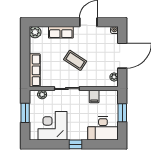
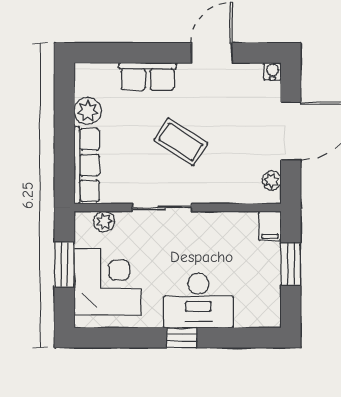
plant: (35, 32) -> (88, 111), moved
filing cabinet: (94, 96) -> (270, 226), moved
corner desk: (52, 126) -> (108, 282), moved, turned 90
desk: (103, 128) -> (198, 300), moved

